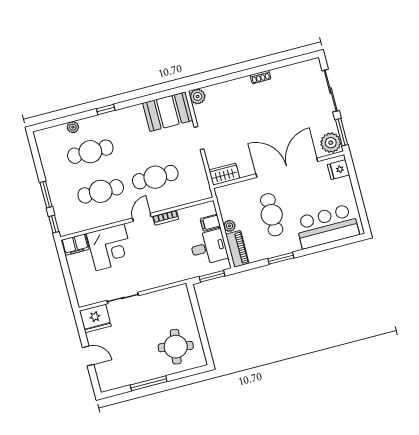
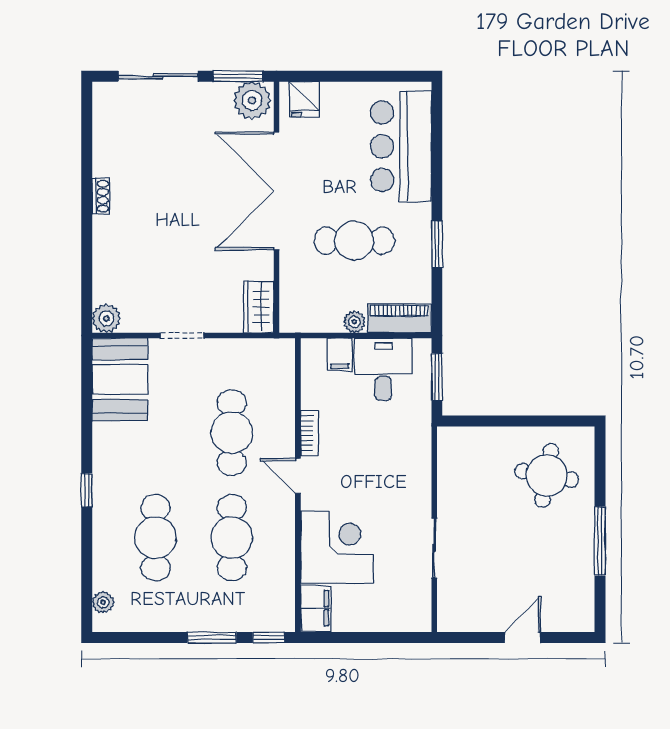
plant: (73, 127) -> (103, 602), moved
fridge: (95, 318) -> (458, 607), removed

